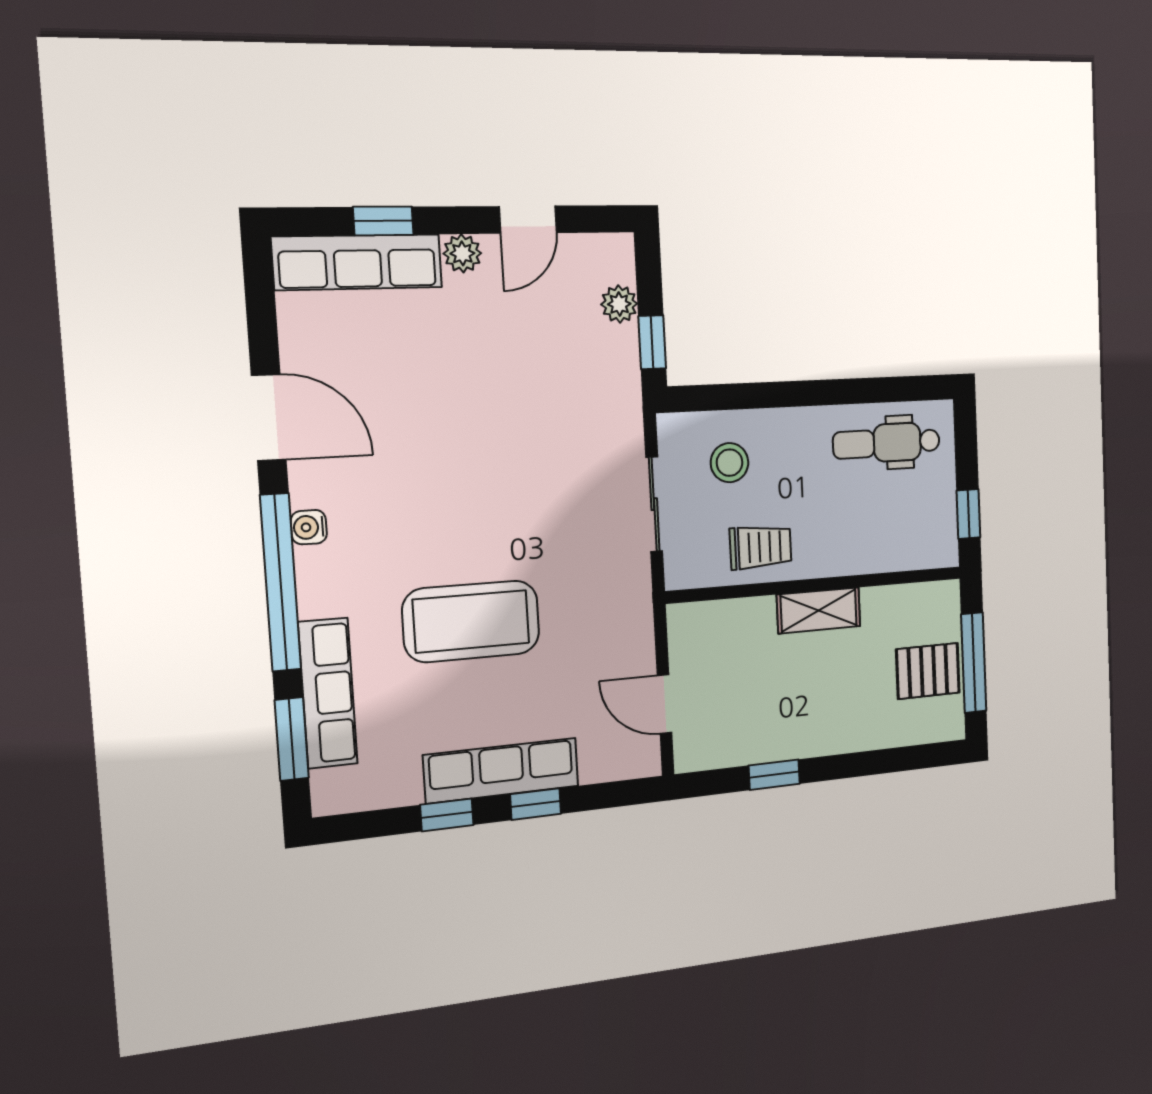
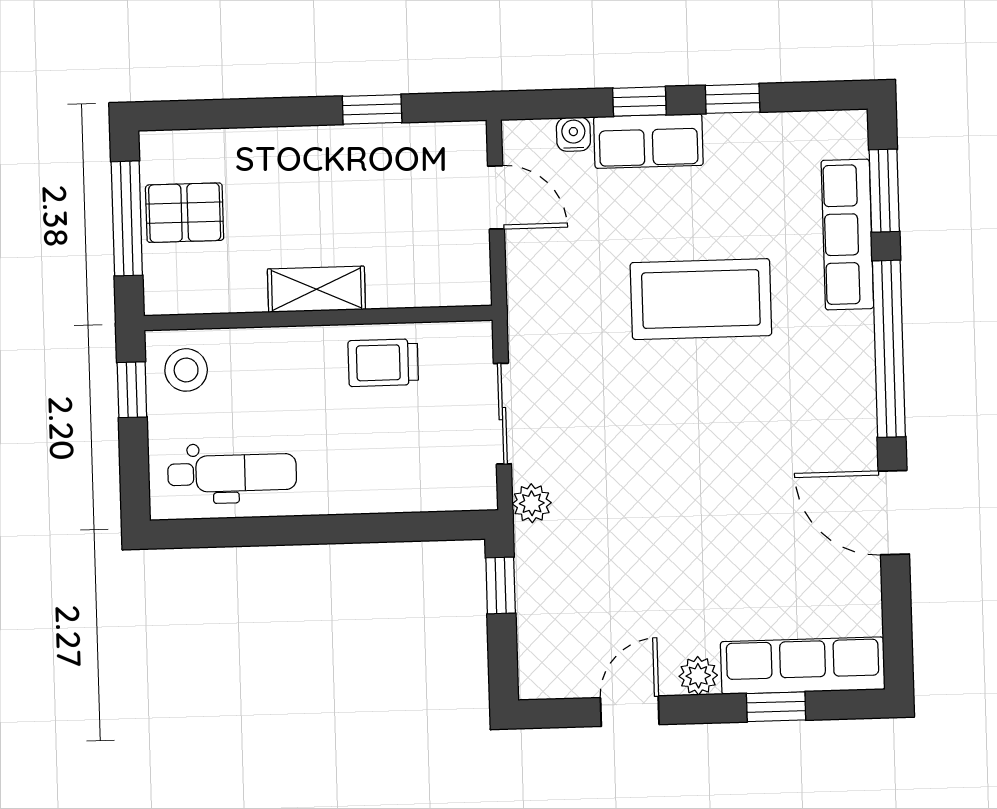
plant: (619, 304) -> (532, 503), moved
stool: (730, 463) -> (186, 370), moved
water cooler: (309, 527) -> (573, 134), moved, turned -90
row of seats: (502, 771) -> (648, 141), width x0.68

